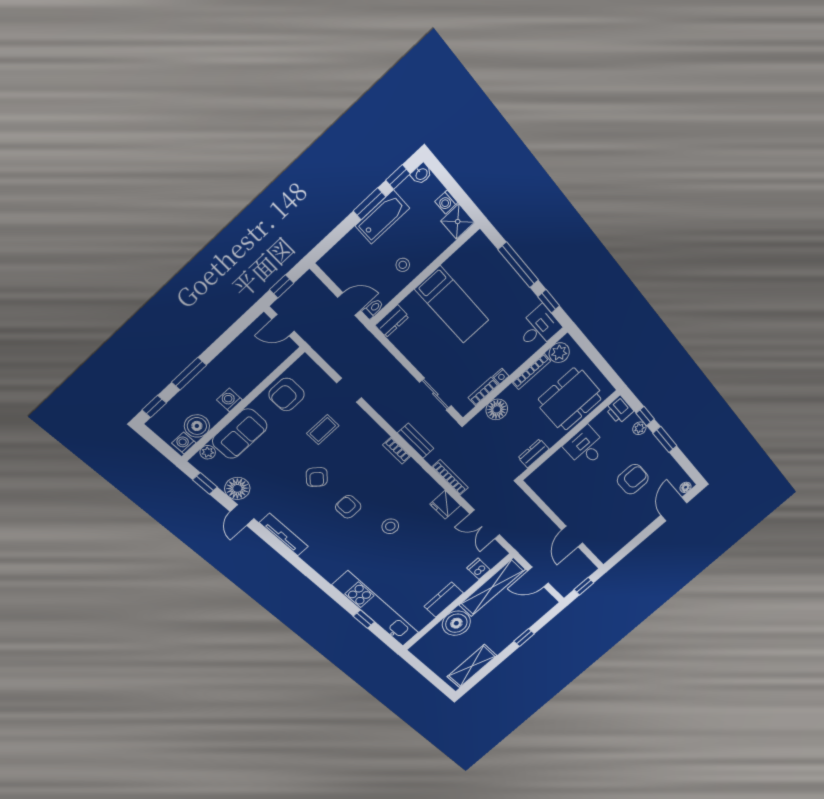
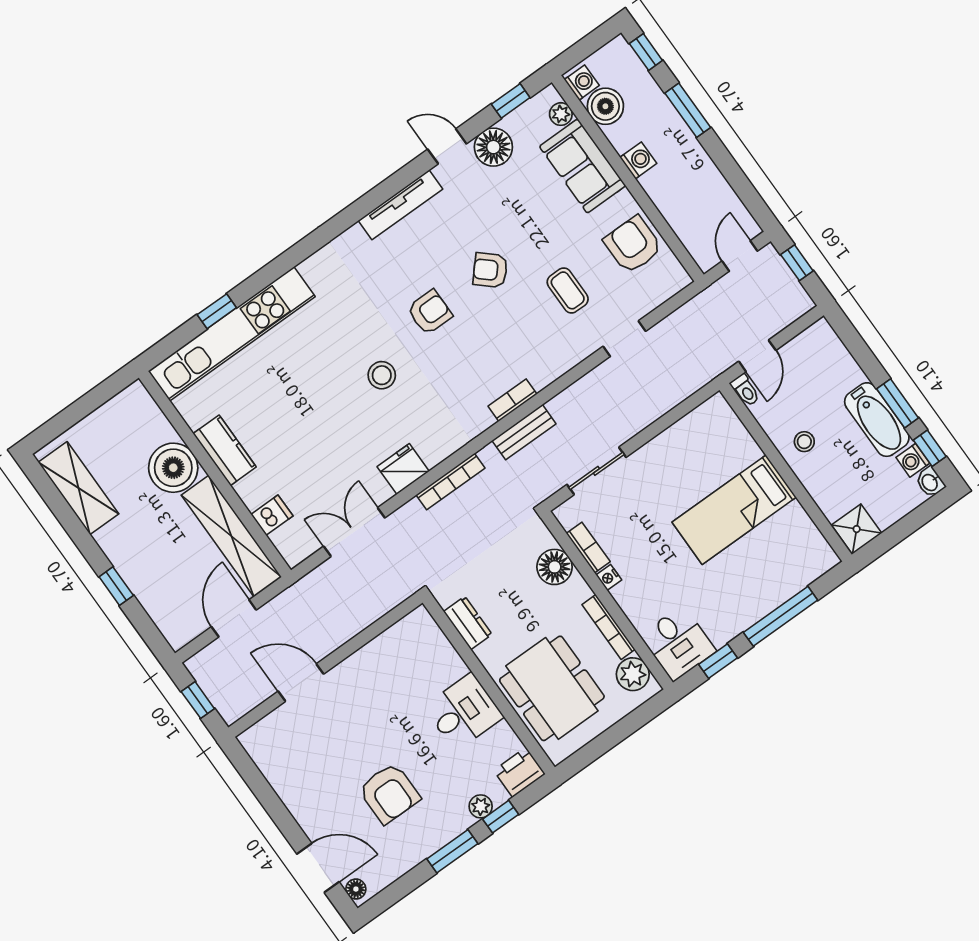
washing machine: (446, 202) -> (913, 460), moved, turned -90
dresser: (392, 321) -> (722, 416), removed

